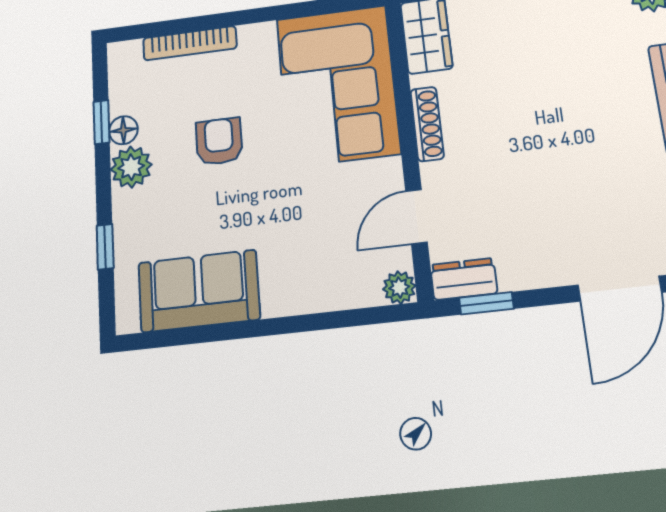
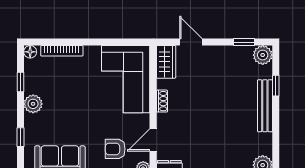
shoe rack: (427, 124) -> (162, 101), width x0.70
floor lamp: (123, 130) -> (30, 52), moved
armchair: (219, 141) -> (115, 149), moved, turned -90

